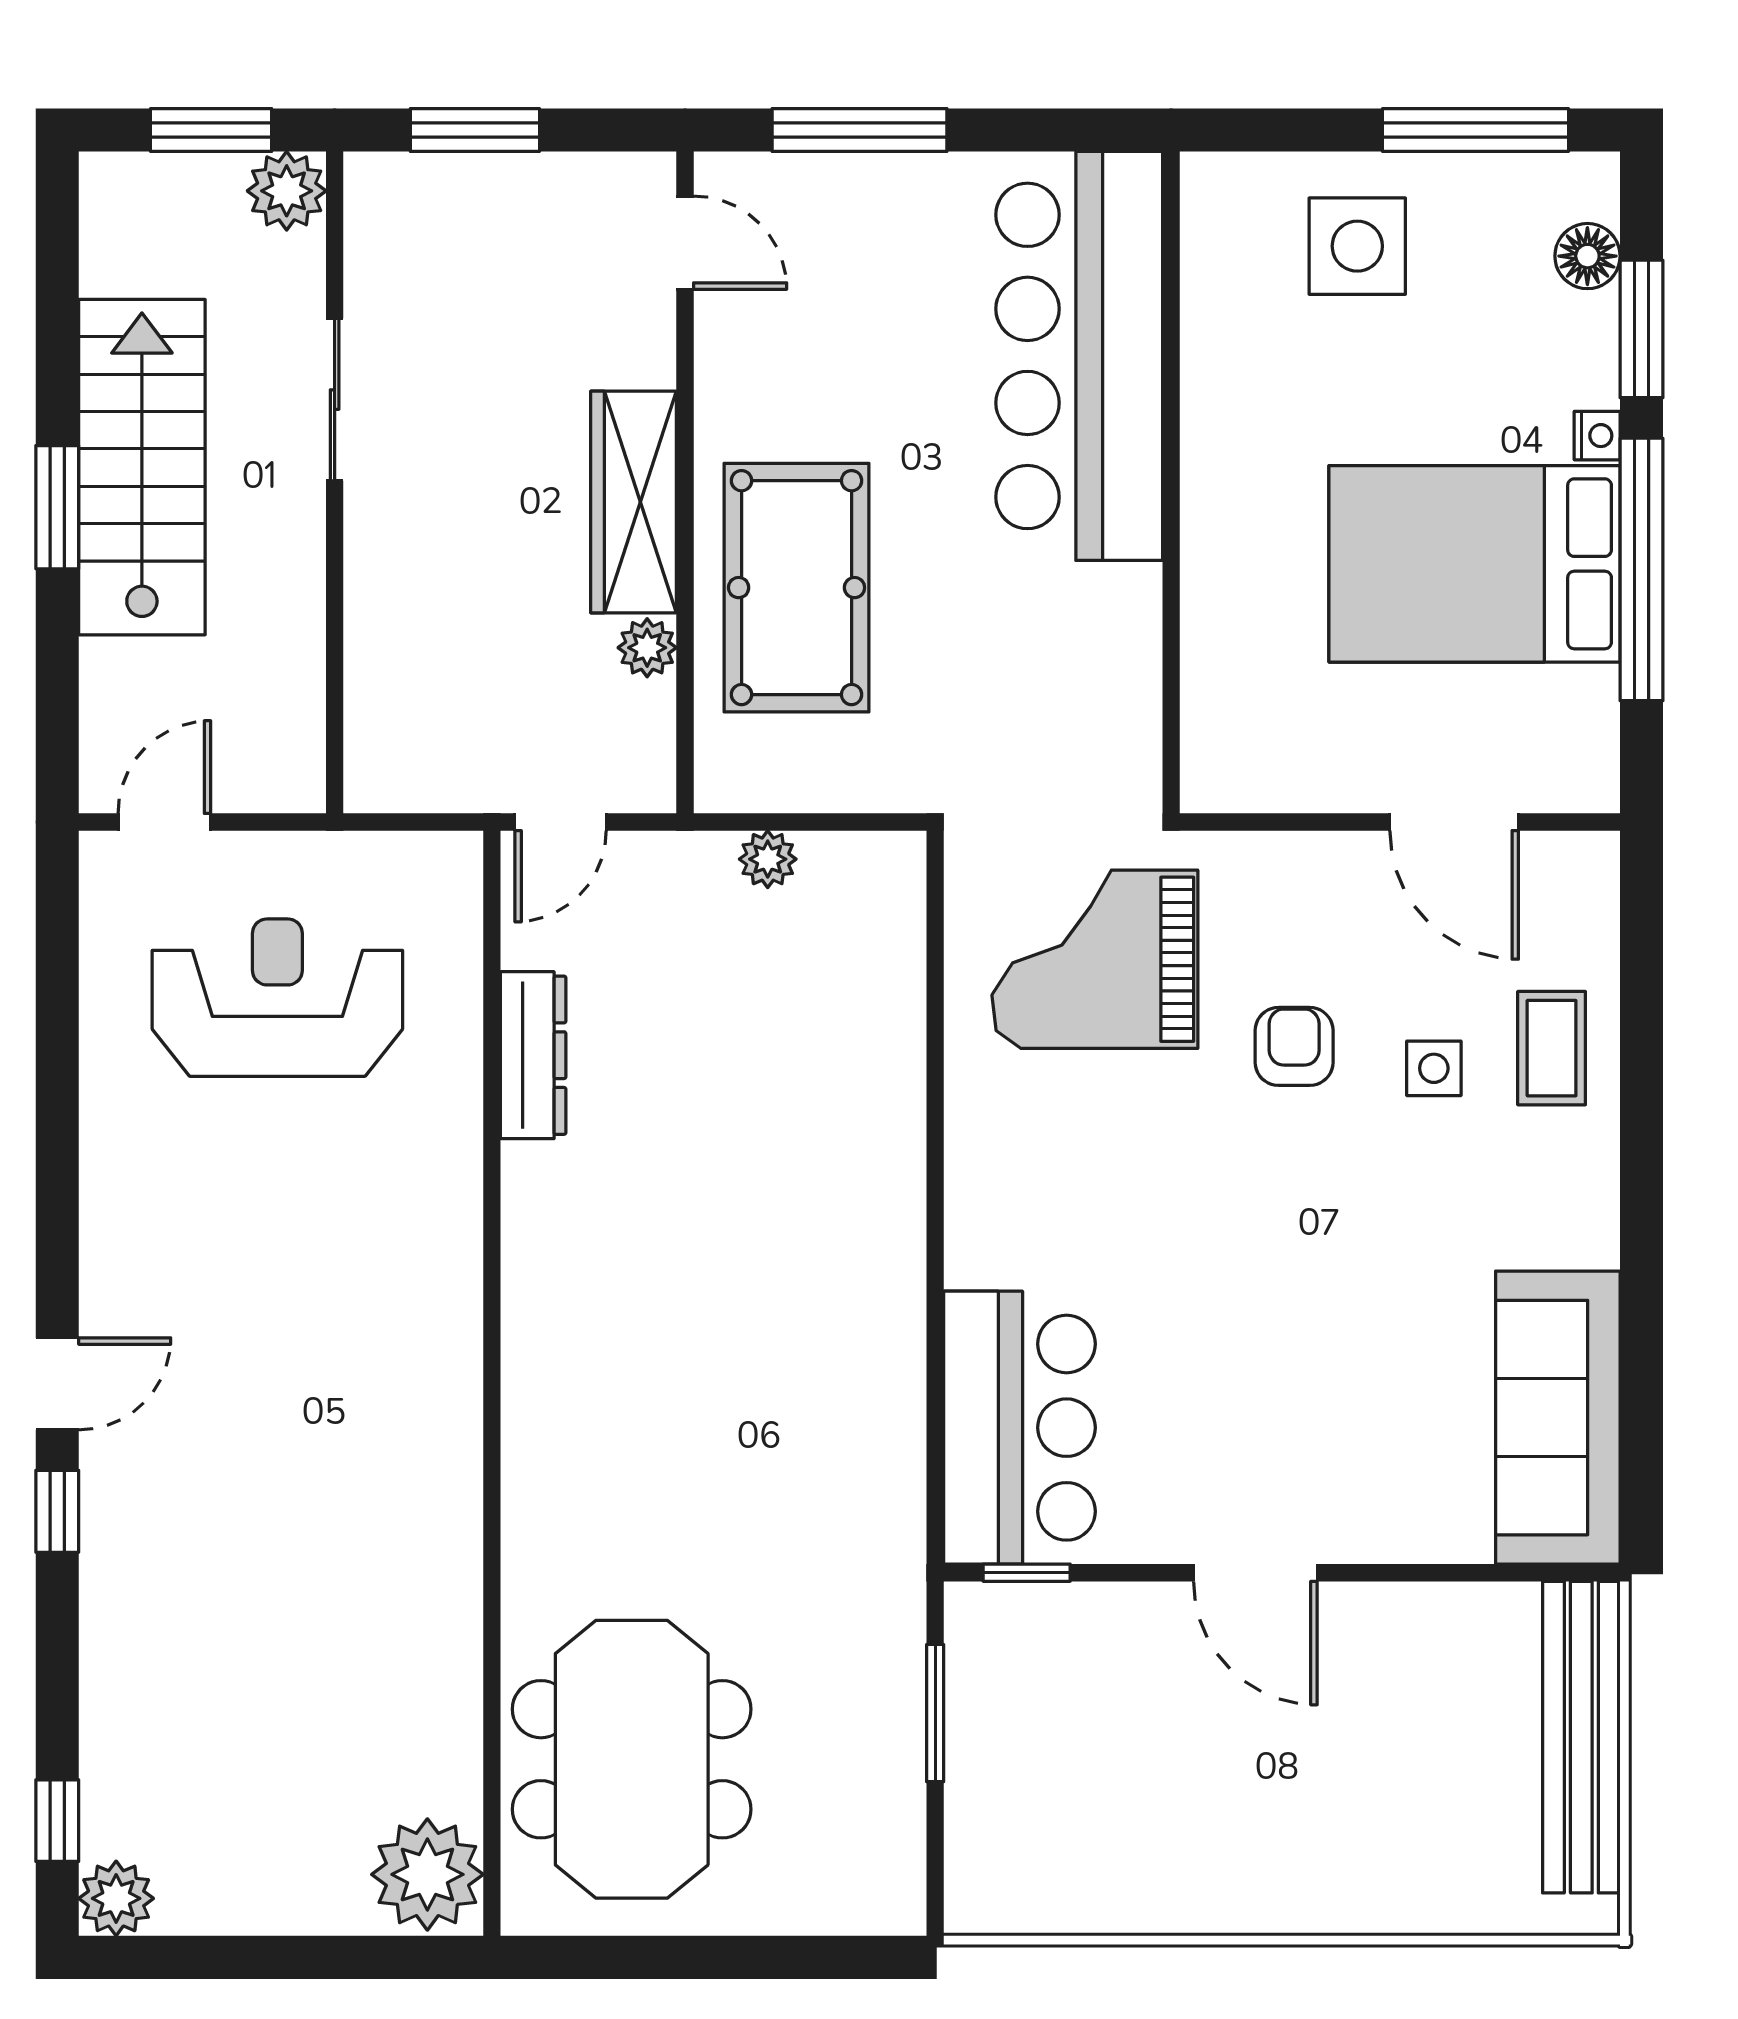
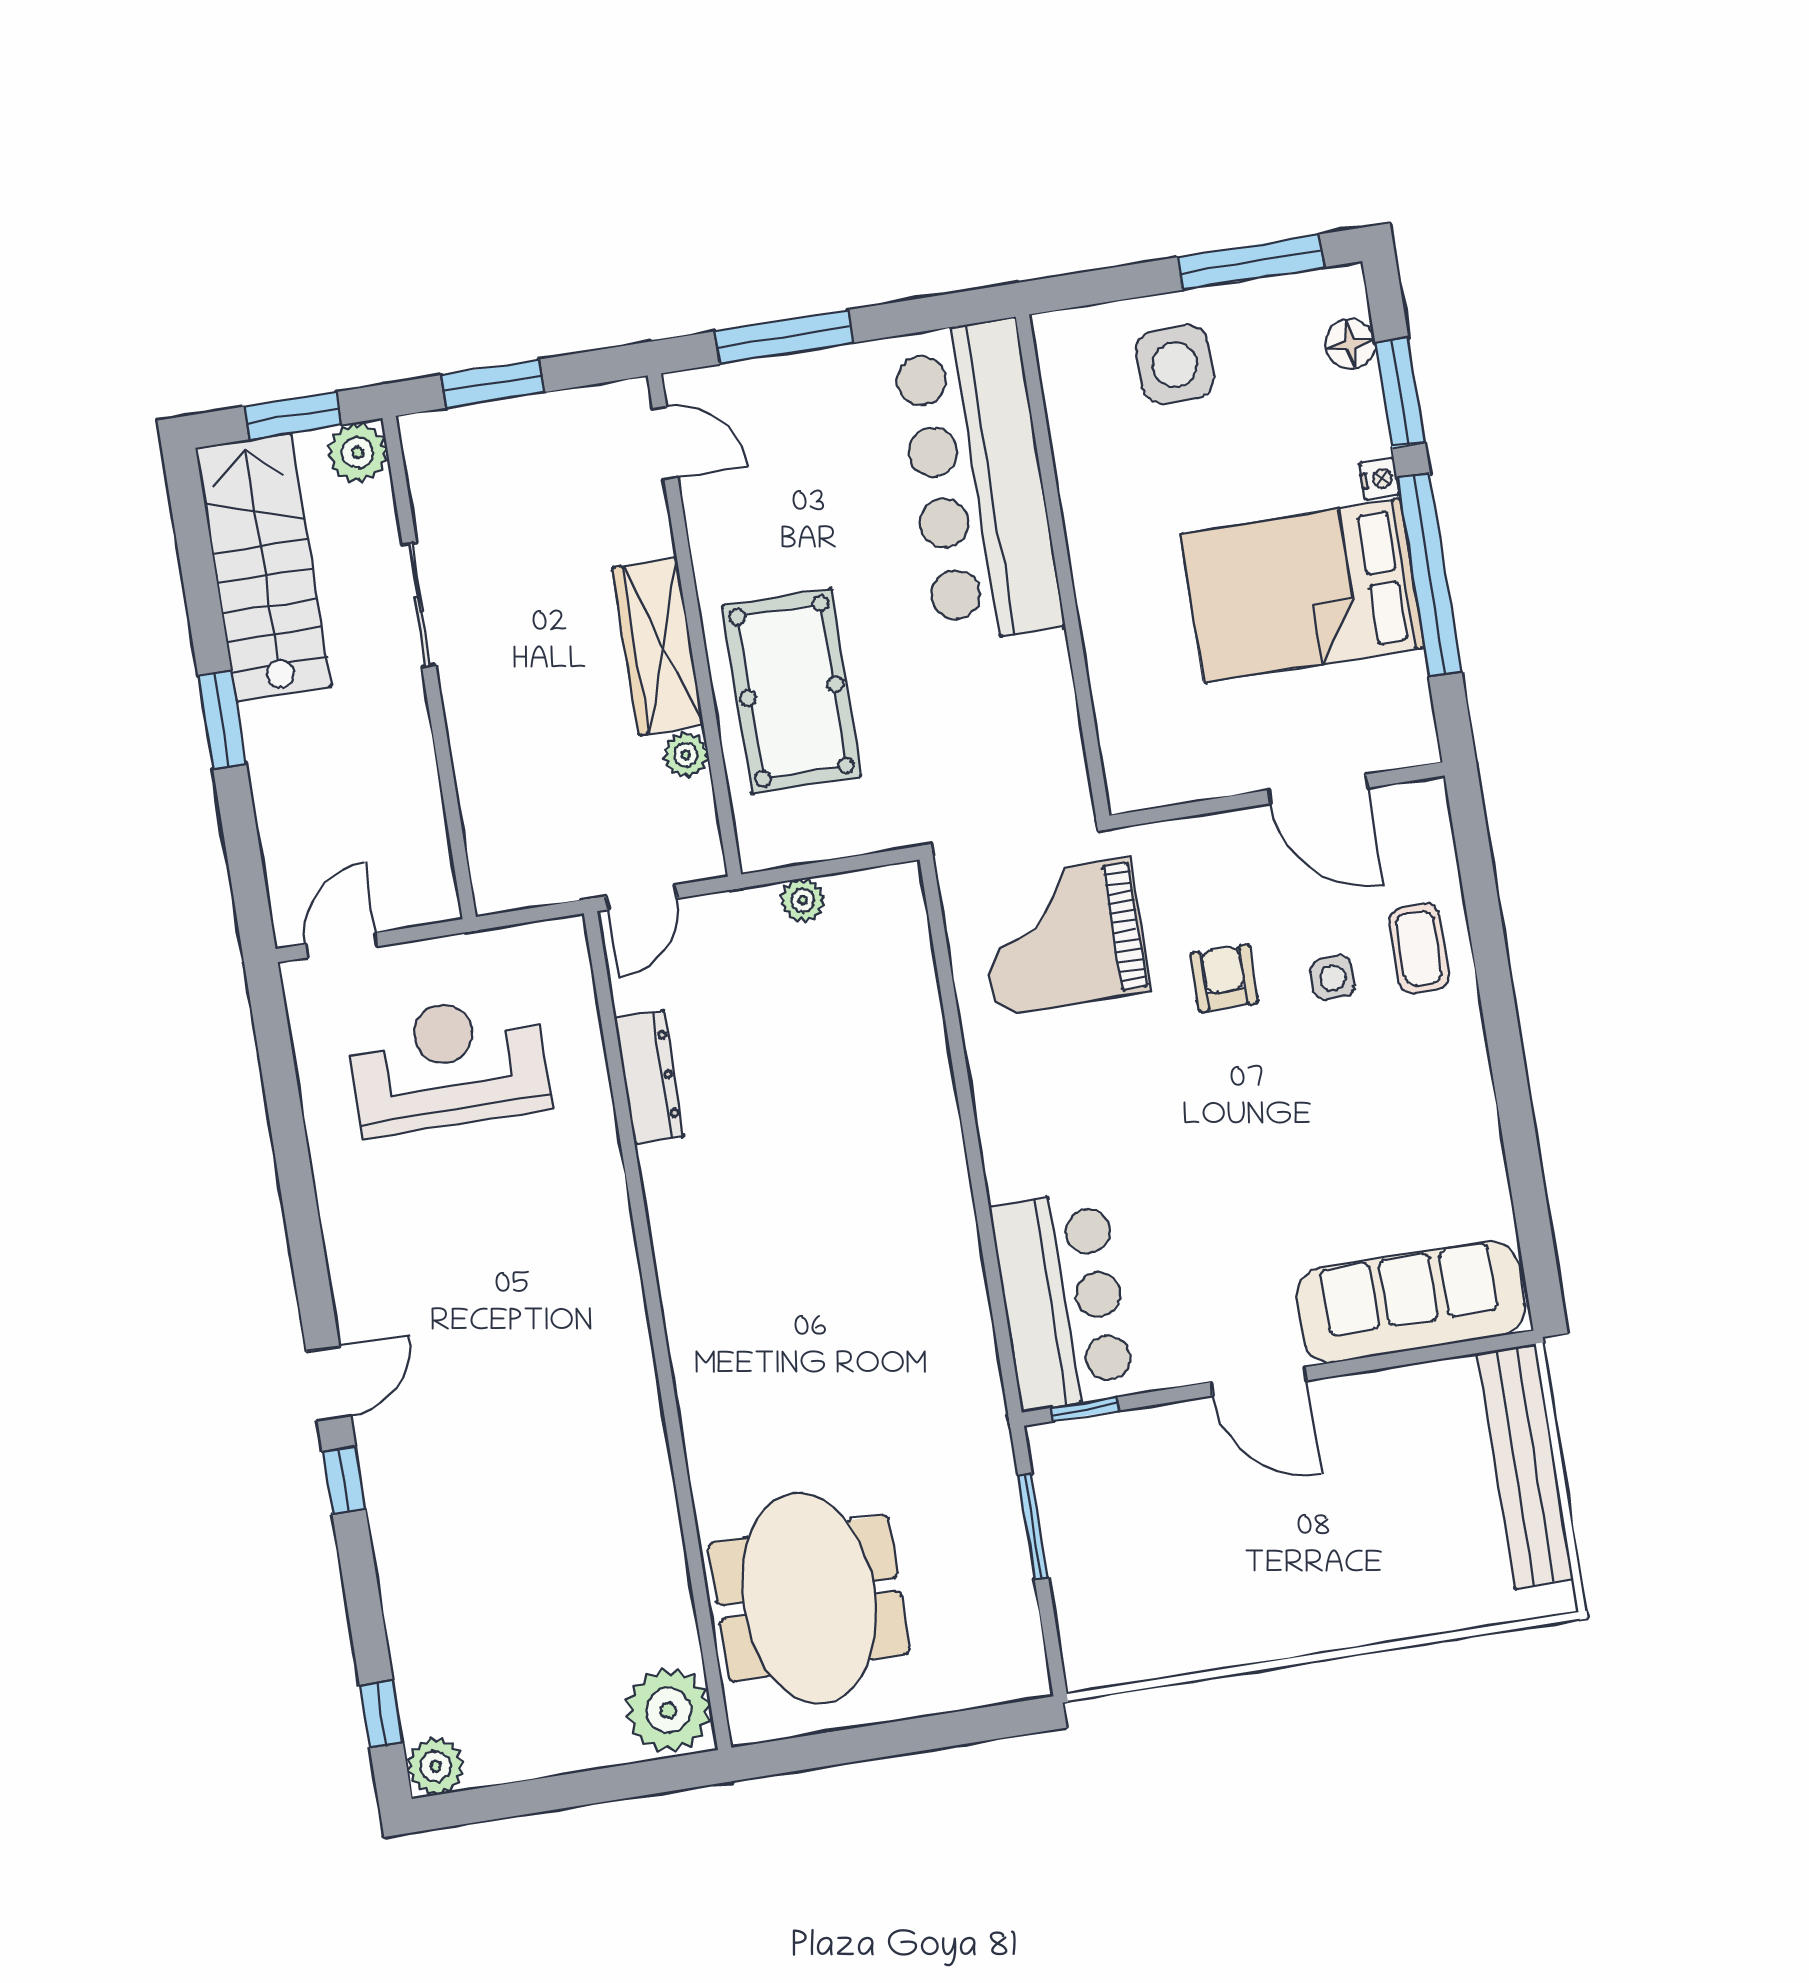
stairs: (142, 467) -> (263, 567), moved
sofa: (1558, 1418) -> (1411, 1302), moved, turned 90

